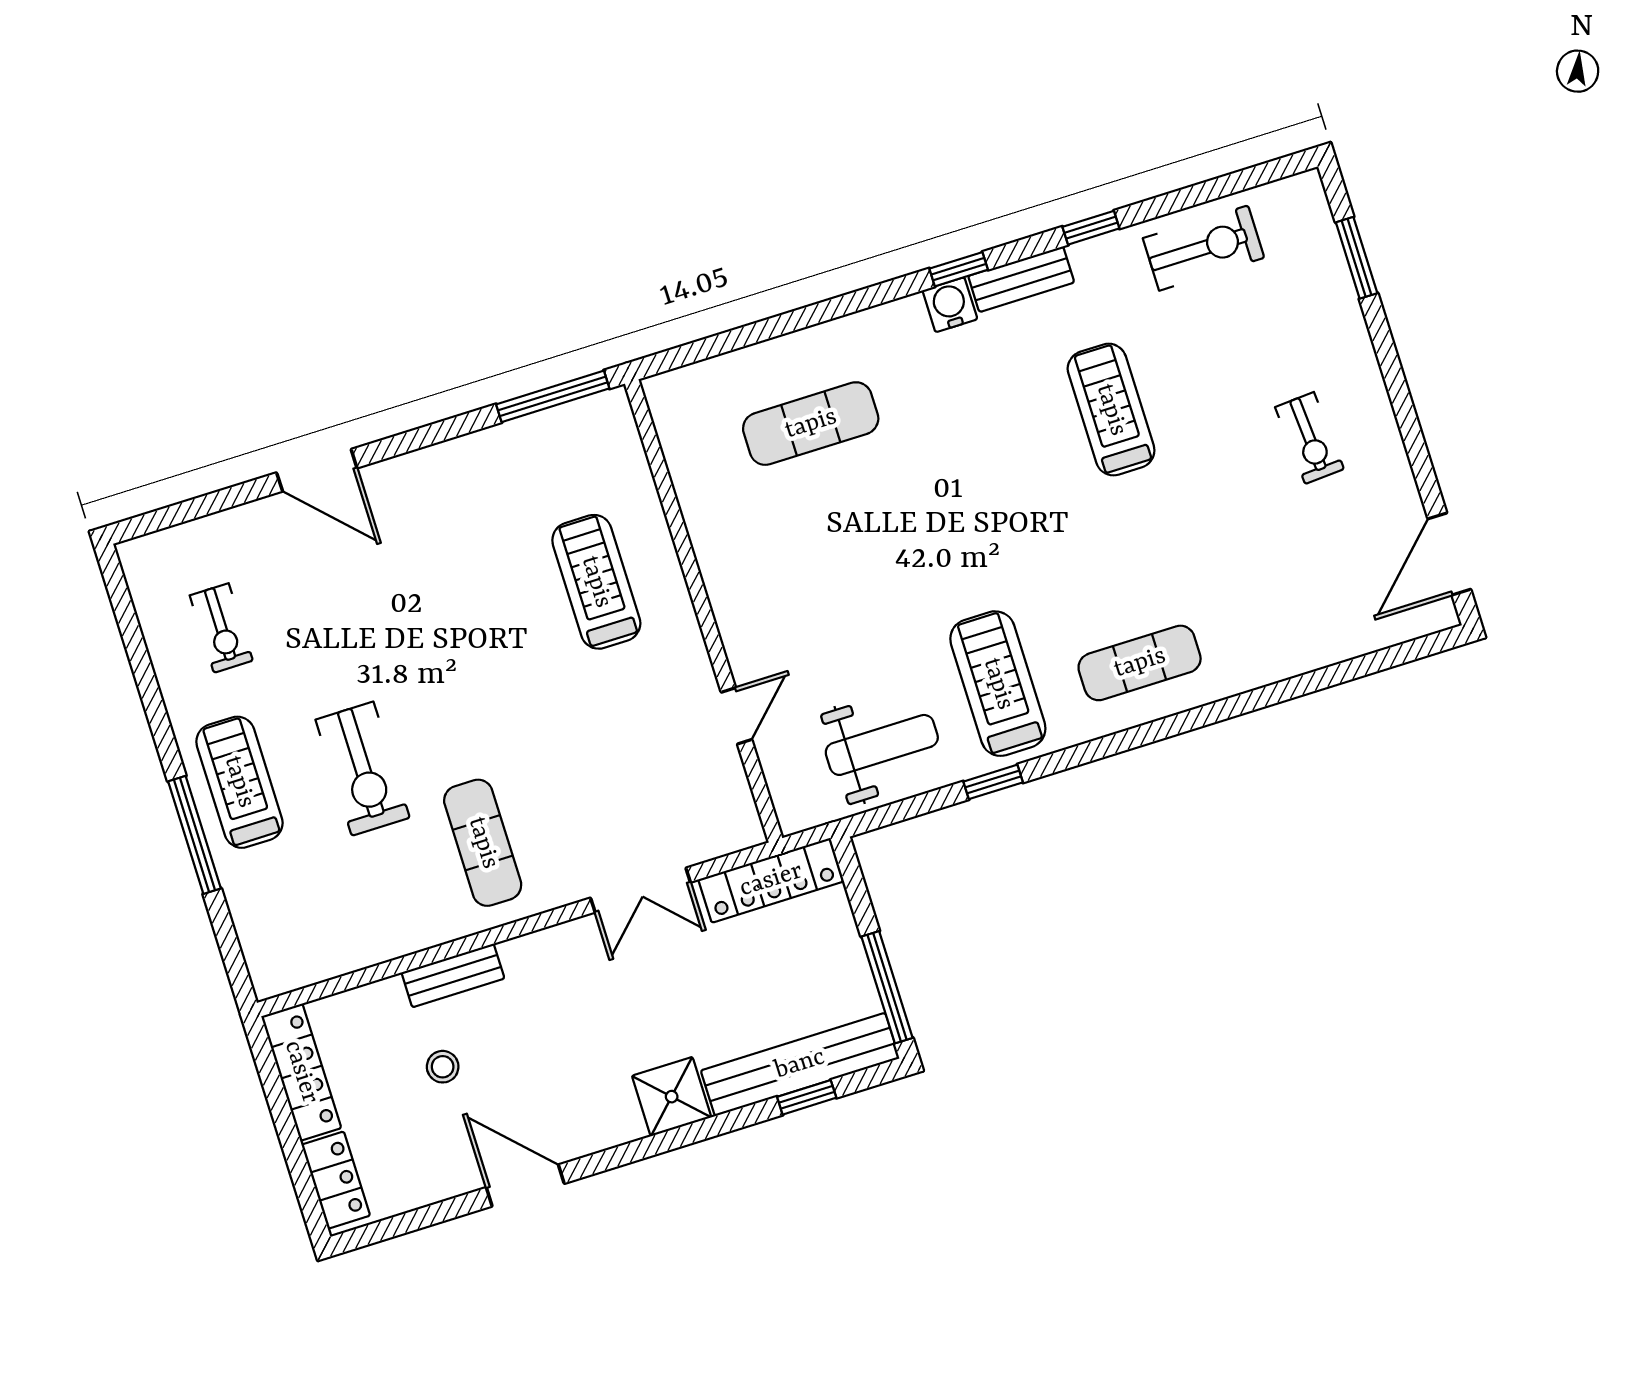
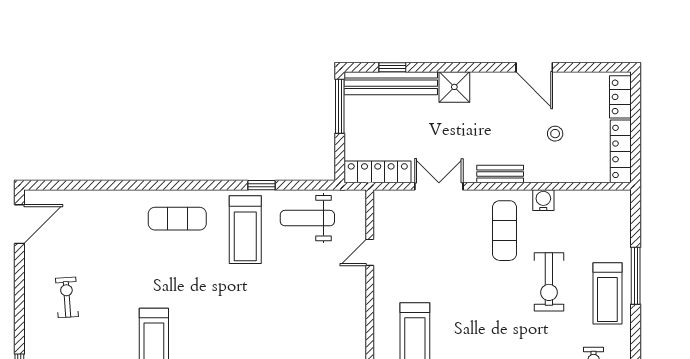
exercise bike: (363, 769) -> (549, 282), turned 180
water cooler: (425, 927) -> (543, 200), added
bench: (453, 975) -> (500, 174), moved

